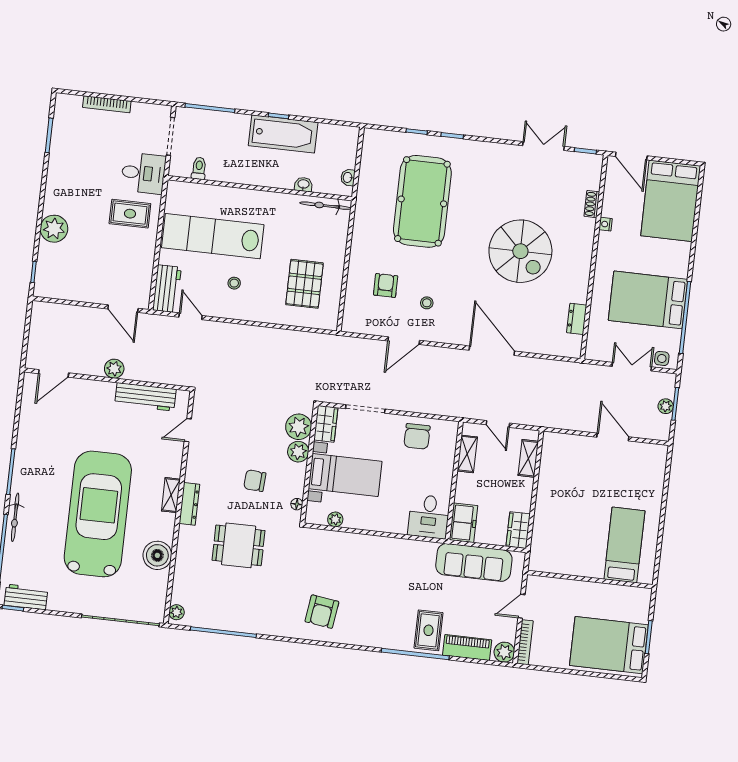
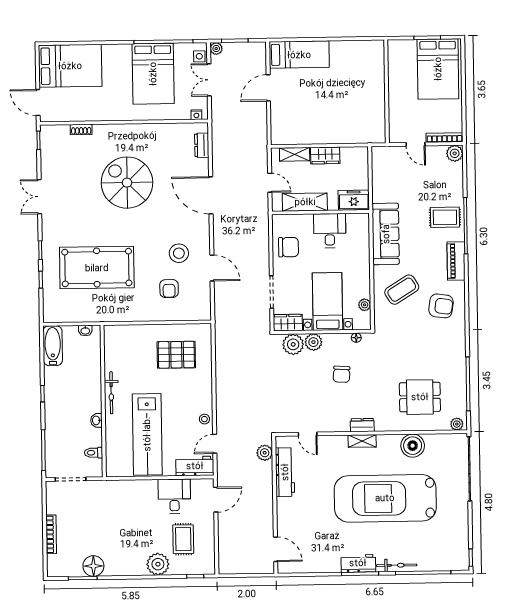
bathtub: (283, 134) -> (53, 346), moved, width x0.73, depth x0.73
double door: (543, 146) -> (39, 197), moved
floor lamp: (62, 150) -> (93, 566), added
door: (631, 156) -> (38, 103), swing flipped
desk: (143, 173) -> (174, 496), moved
washbasin: (303, 184) -> (96, 420), moved
bicycle: (325, 206) -> (111, 393), moved
rug: (130, 214) -> (183, 539), moved
nightstand: (606, 224) -> (196, 115), moved
spiral stairs: (520, 251) -> (127, 183), turned -90
stool: (234, 283) -> (204, 419), moved
armchair: (386, 285) -> (169, 289), turned -90
stool: (427, 303) -> (179, 253), width x1.89, depth x1.89
dresser: (577, 319) -> (202, 145), moved, turned 90
door: (492, 351) -> (211, 195), hinge flipped
plant: (114, 369) -> (265, 453), moved
plant: (666, 406) -> (216, 49), moved
door: (498, 424) -> (270, 183), hinge flipped
shelving: (467, 454) -> (305, 202), width x1.50, depth x1.33
dresser: (189, 504) -> (362, 425), width x0.70
desk: (429, 517) -> (330, 231), moved, turned -90
wardrobe: (518, 530) -> (325, 155), moved
dining table: (239, 545) -> (420, 397), moved, turned 90
bed: (624, 545) -> (299, 55), moved, turned 180
sofa: (474, 562) -> (386, 234), moved
coffee table: (348, 567) -> (402, 290), added
workbench: (26, 597) -> (358, 563), moved, turned 90
piano: (467, 648) -> (456, 261), moved

